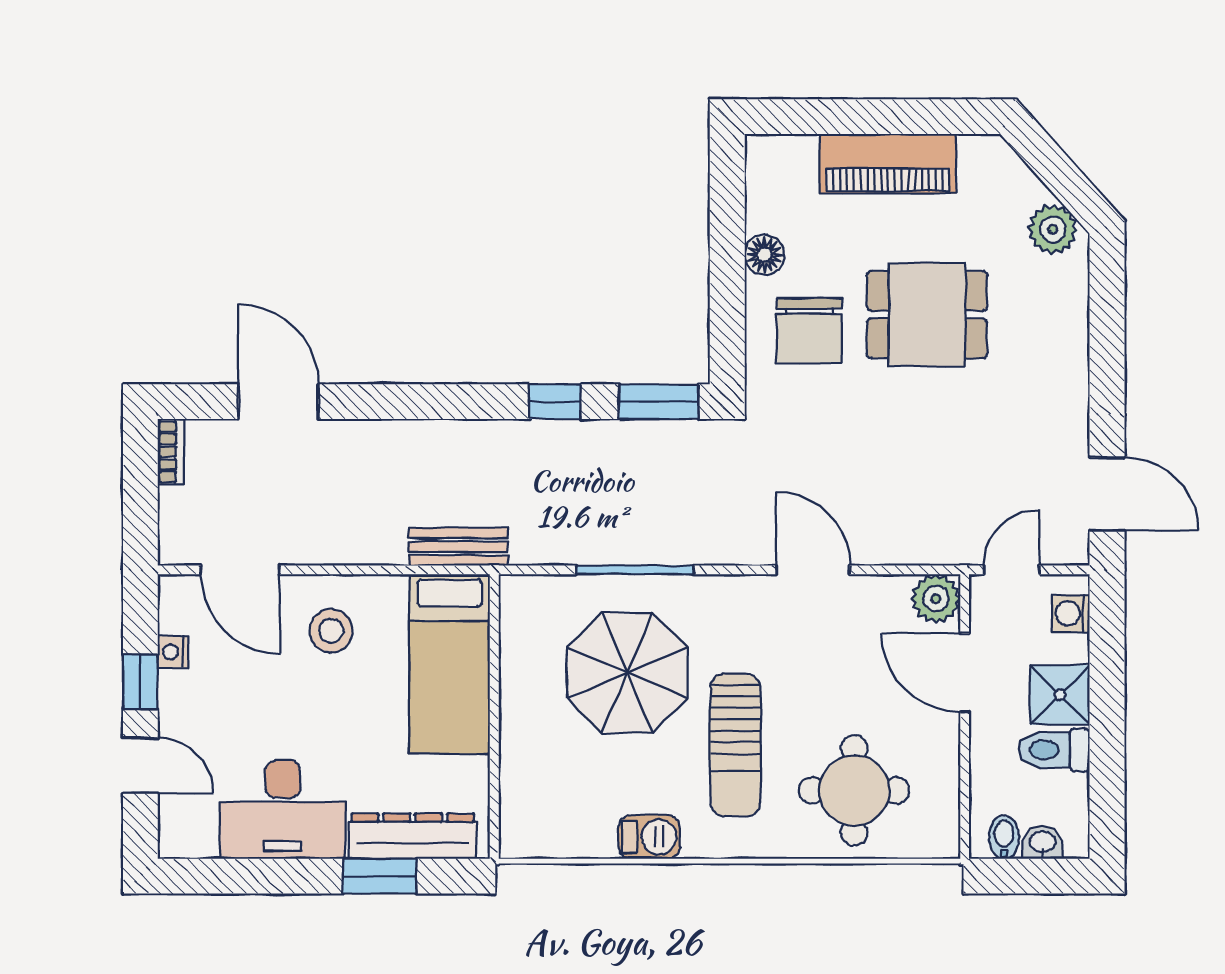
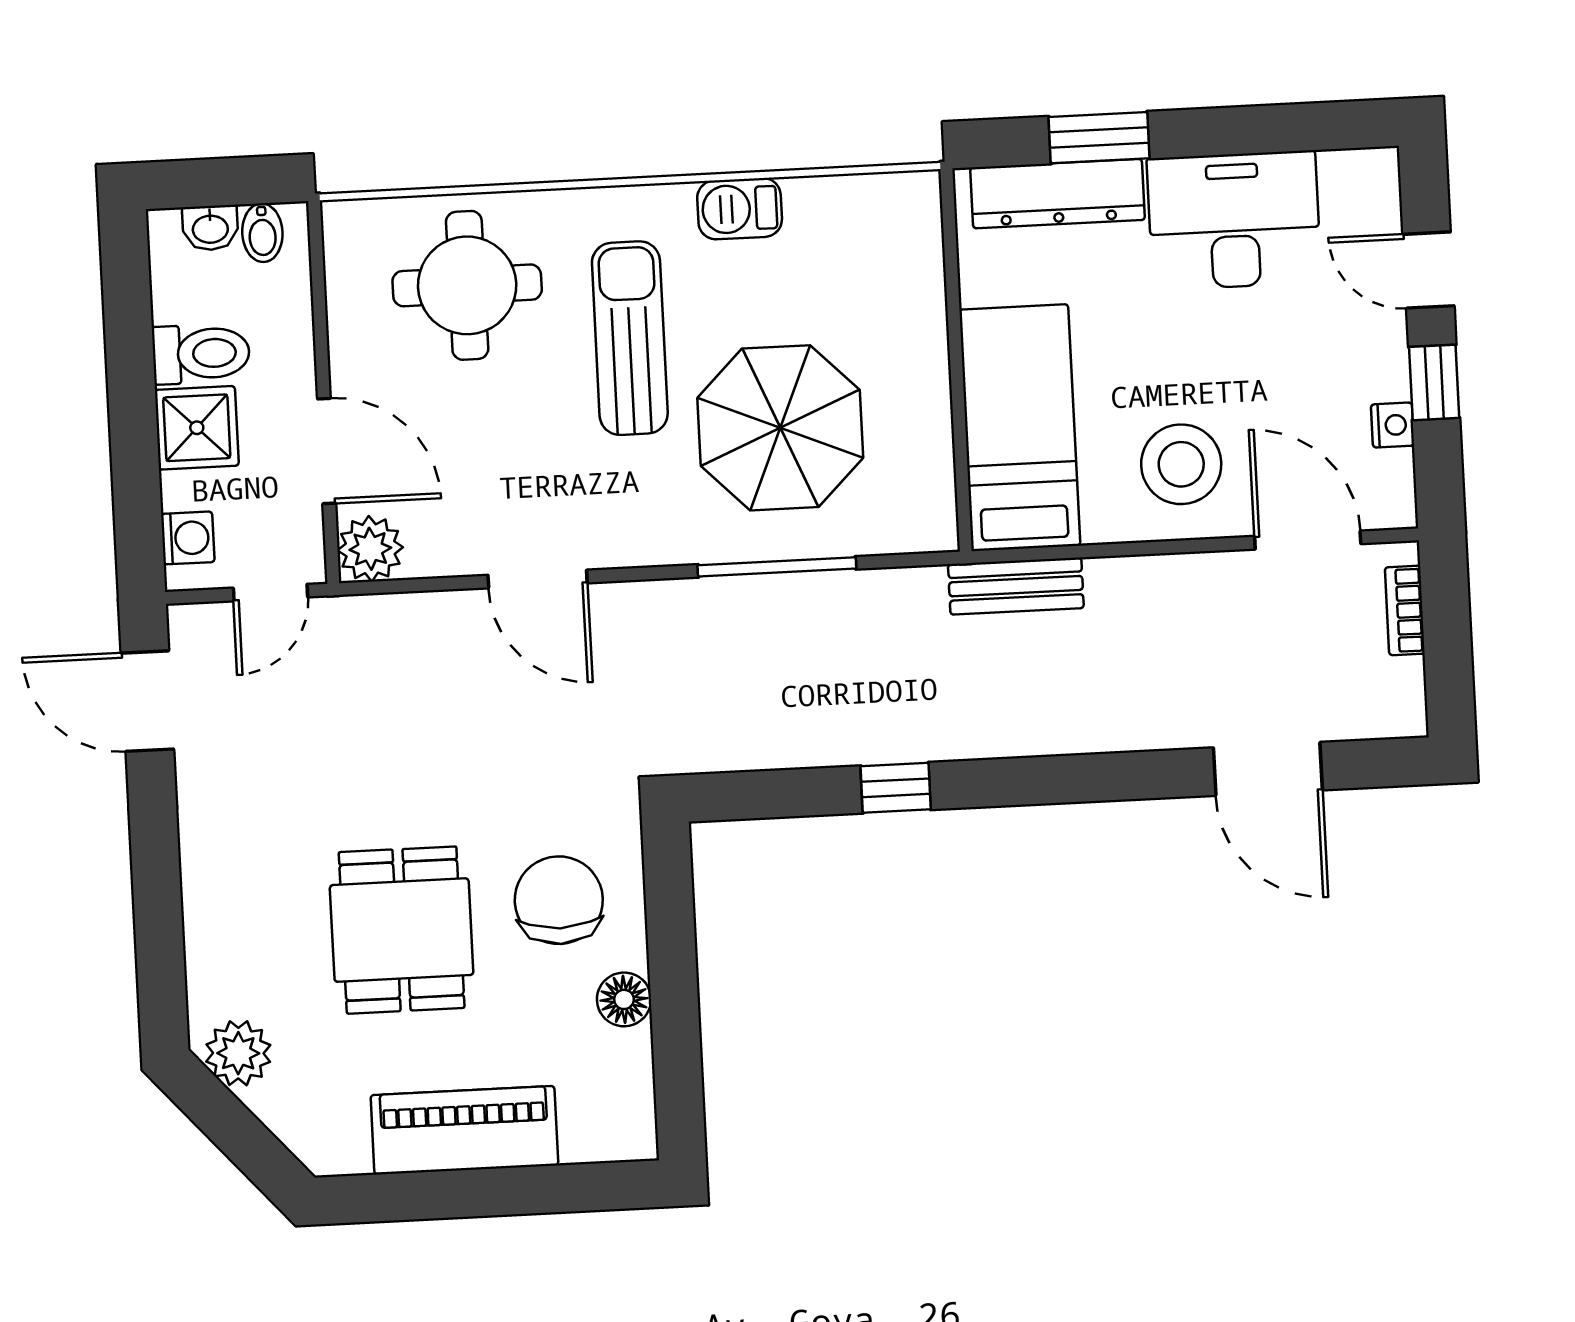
dining table: (927, 315) -> (402, 930), turned 90
window: (659, 402) -> (756, 795), removed
bookcase: (171, 452) -> (1405, 610), moved
stool: (331, 631) -> (1181, 464), width x1.38, depth x1.38

